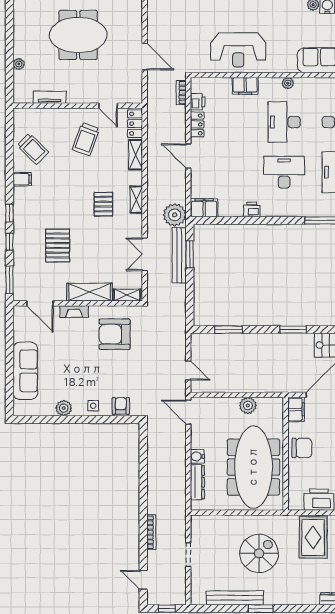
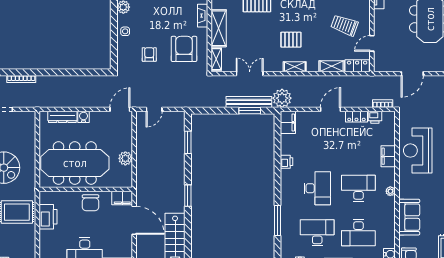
armchair: (121, 406) -> (149, 54), moved, turned -90

